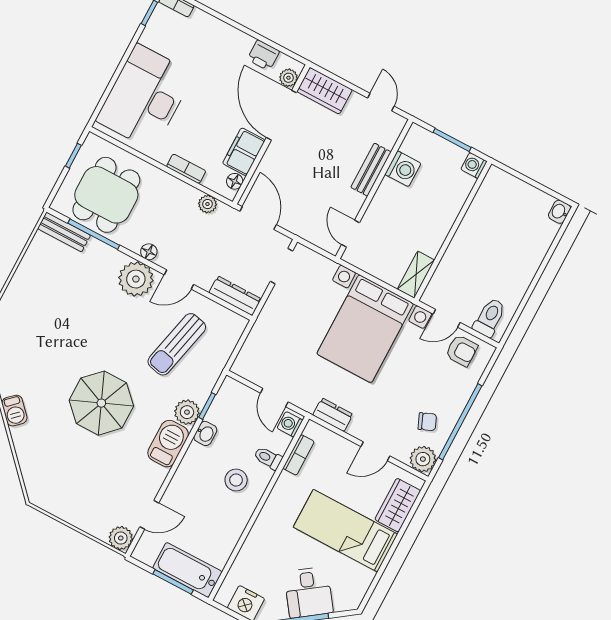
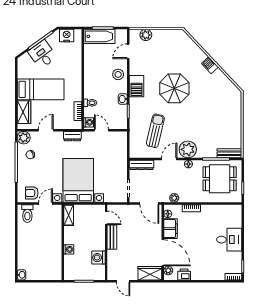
desk: (145, 97) -> (229, 240), width x0.53, depth x0.77
washing machine: (474, 165) -> (69, 249), moved
bench: (371, 170) -> (112, 237), moved
dining table: (106, 195) -> (220, 179), turned 90
plant: (187, 412) -> (136, 104), removed
stool: (236, 480) -> (118, 74), moved
plant: (121, 538) -> (146, 35), moved

